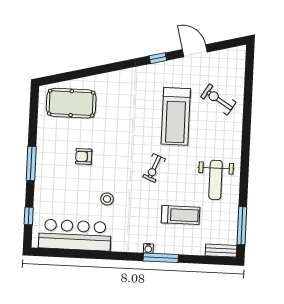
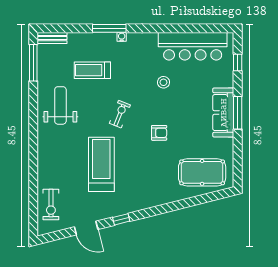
exercise bike: (218, 99) -> (51, 205), moved, turned 58
armchair: (84, 157) -> (159, 133), moved
sofa: (46, 164) -> (223, 113), added

